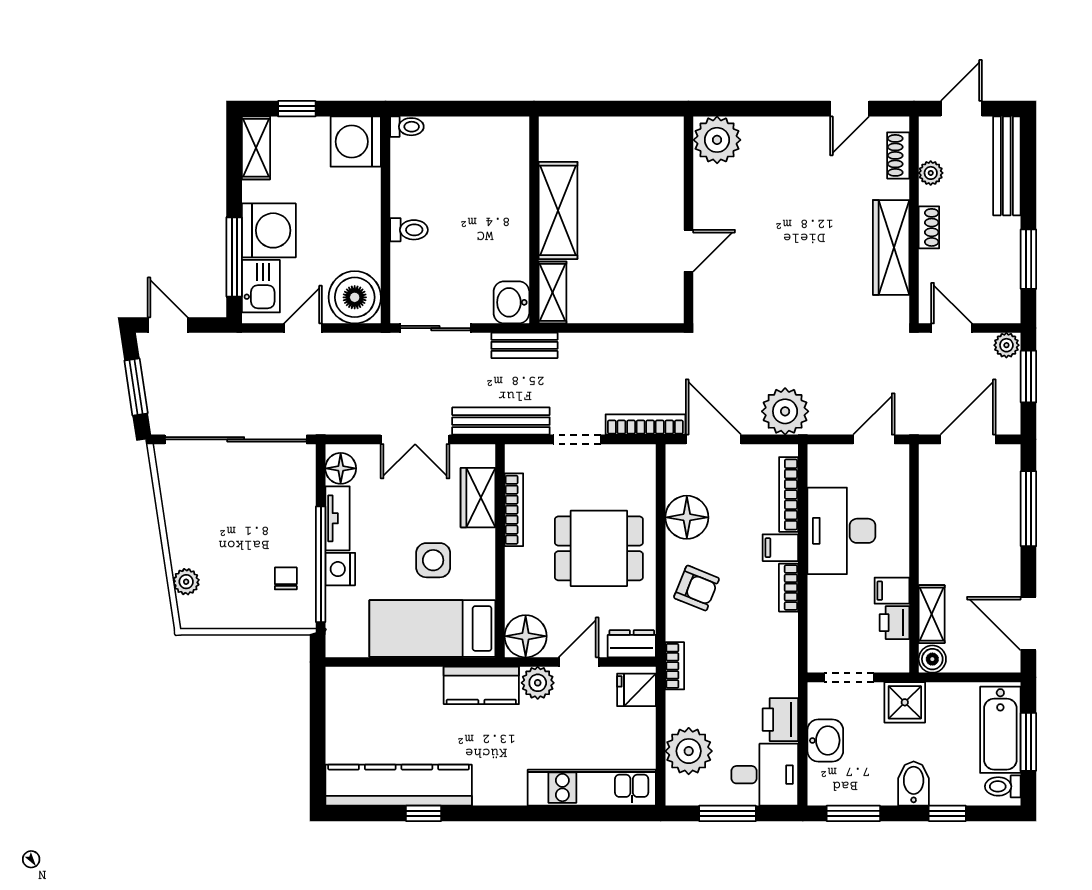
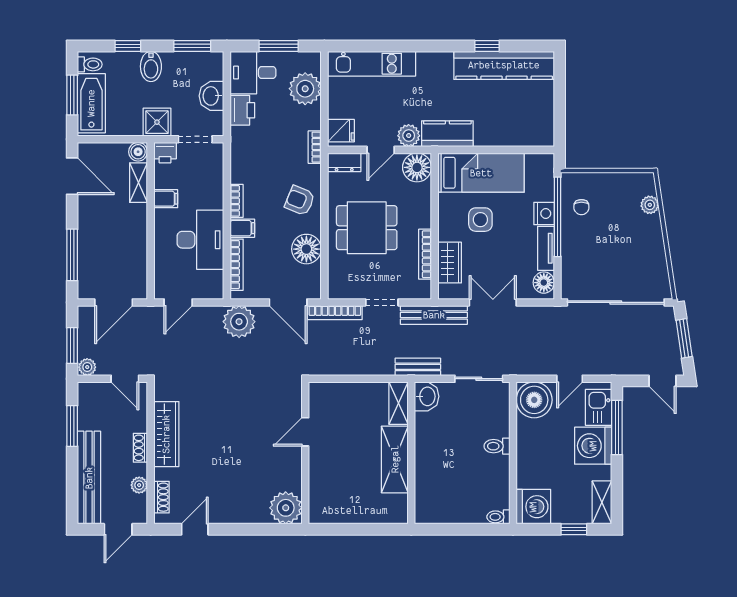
bench: (1007, 166) -> (89, 478), width x1.37, depth x1.21
printer: (895, 623) -> (165, 153), moved, turned 90

